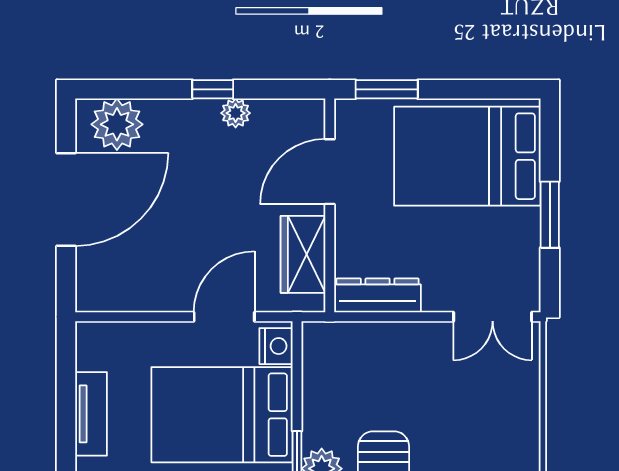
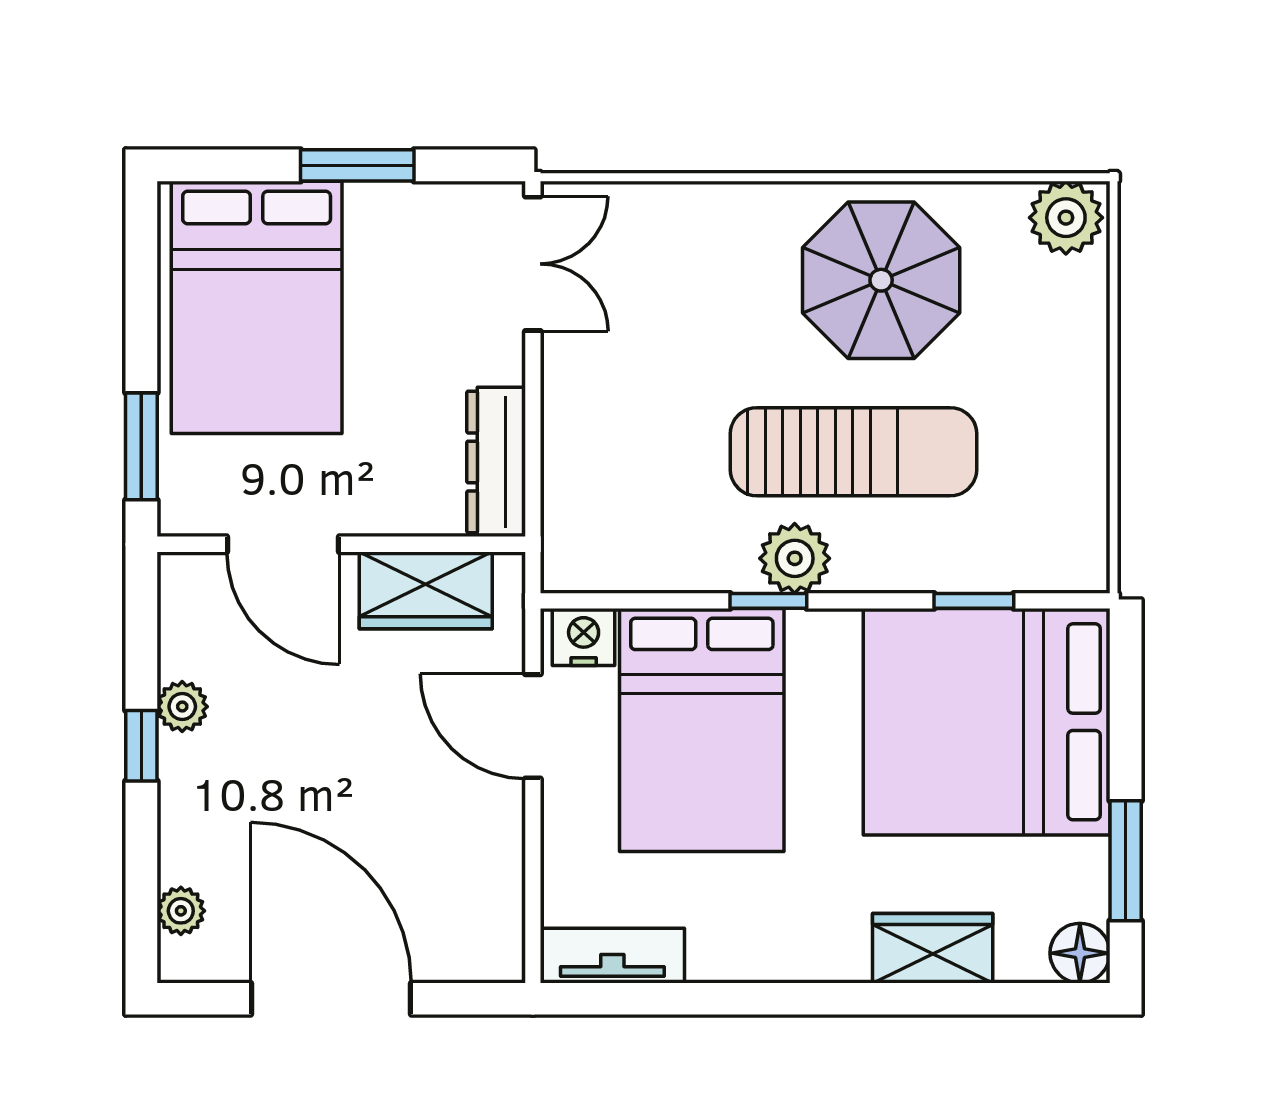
plant: (117, 124) -> (181, 911), width x0.53, depth x0.53
tv unit: (91, 414) -> (612, 956), moved

